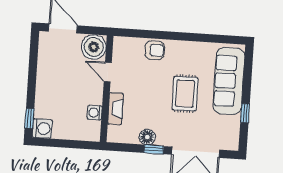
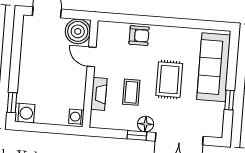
coffee table: (148, 107) -> (131, 92), added
washing machine: (95, 113) -> (76, 117), moved
floor lamp: (147, 137) -> (146, 124), moved

